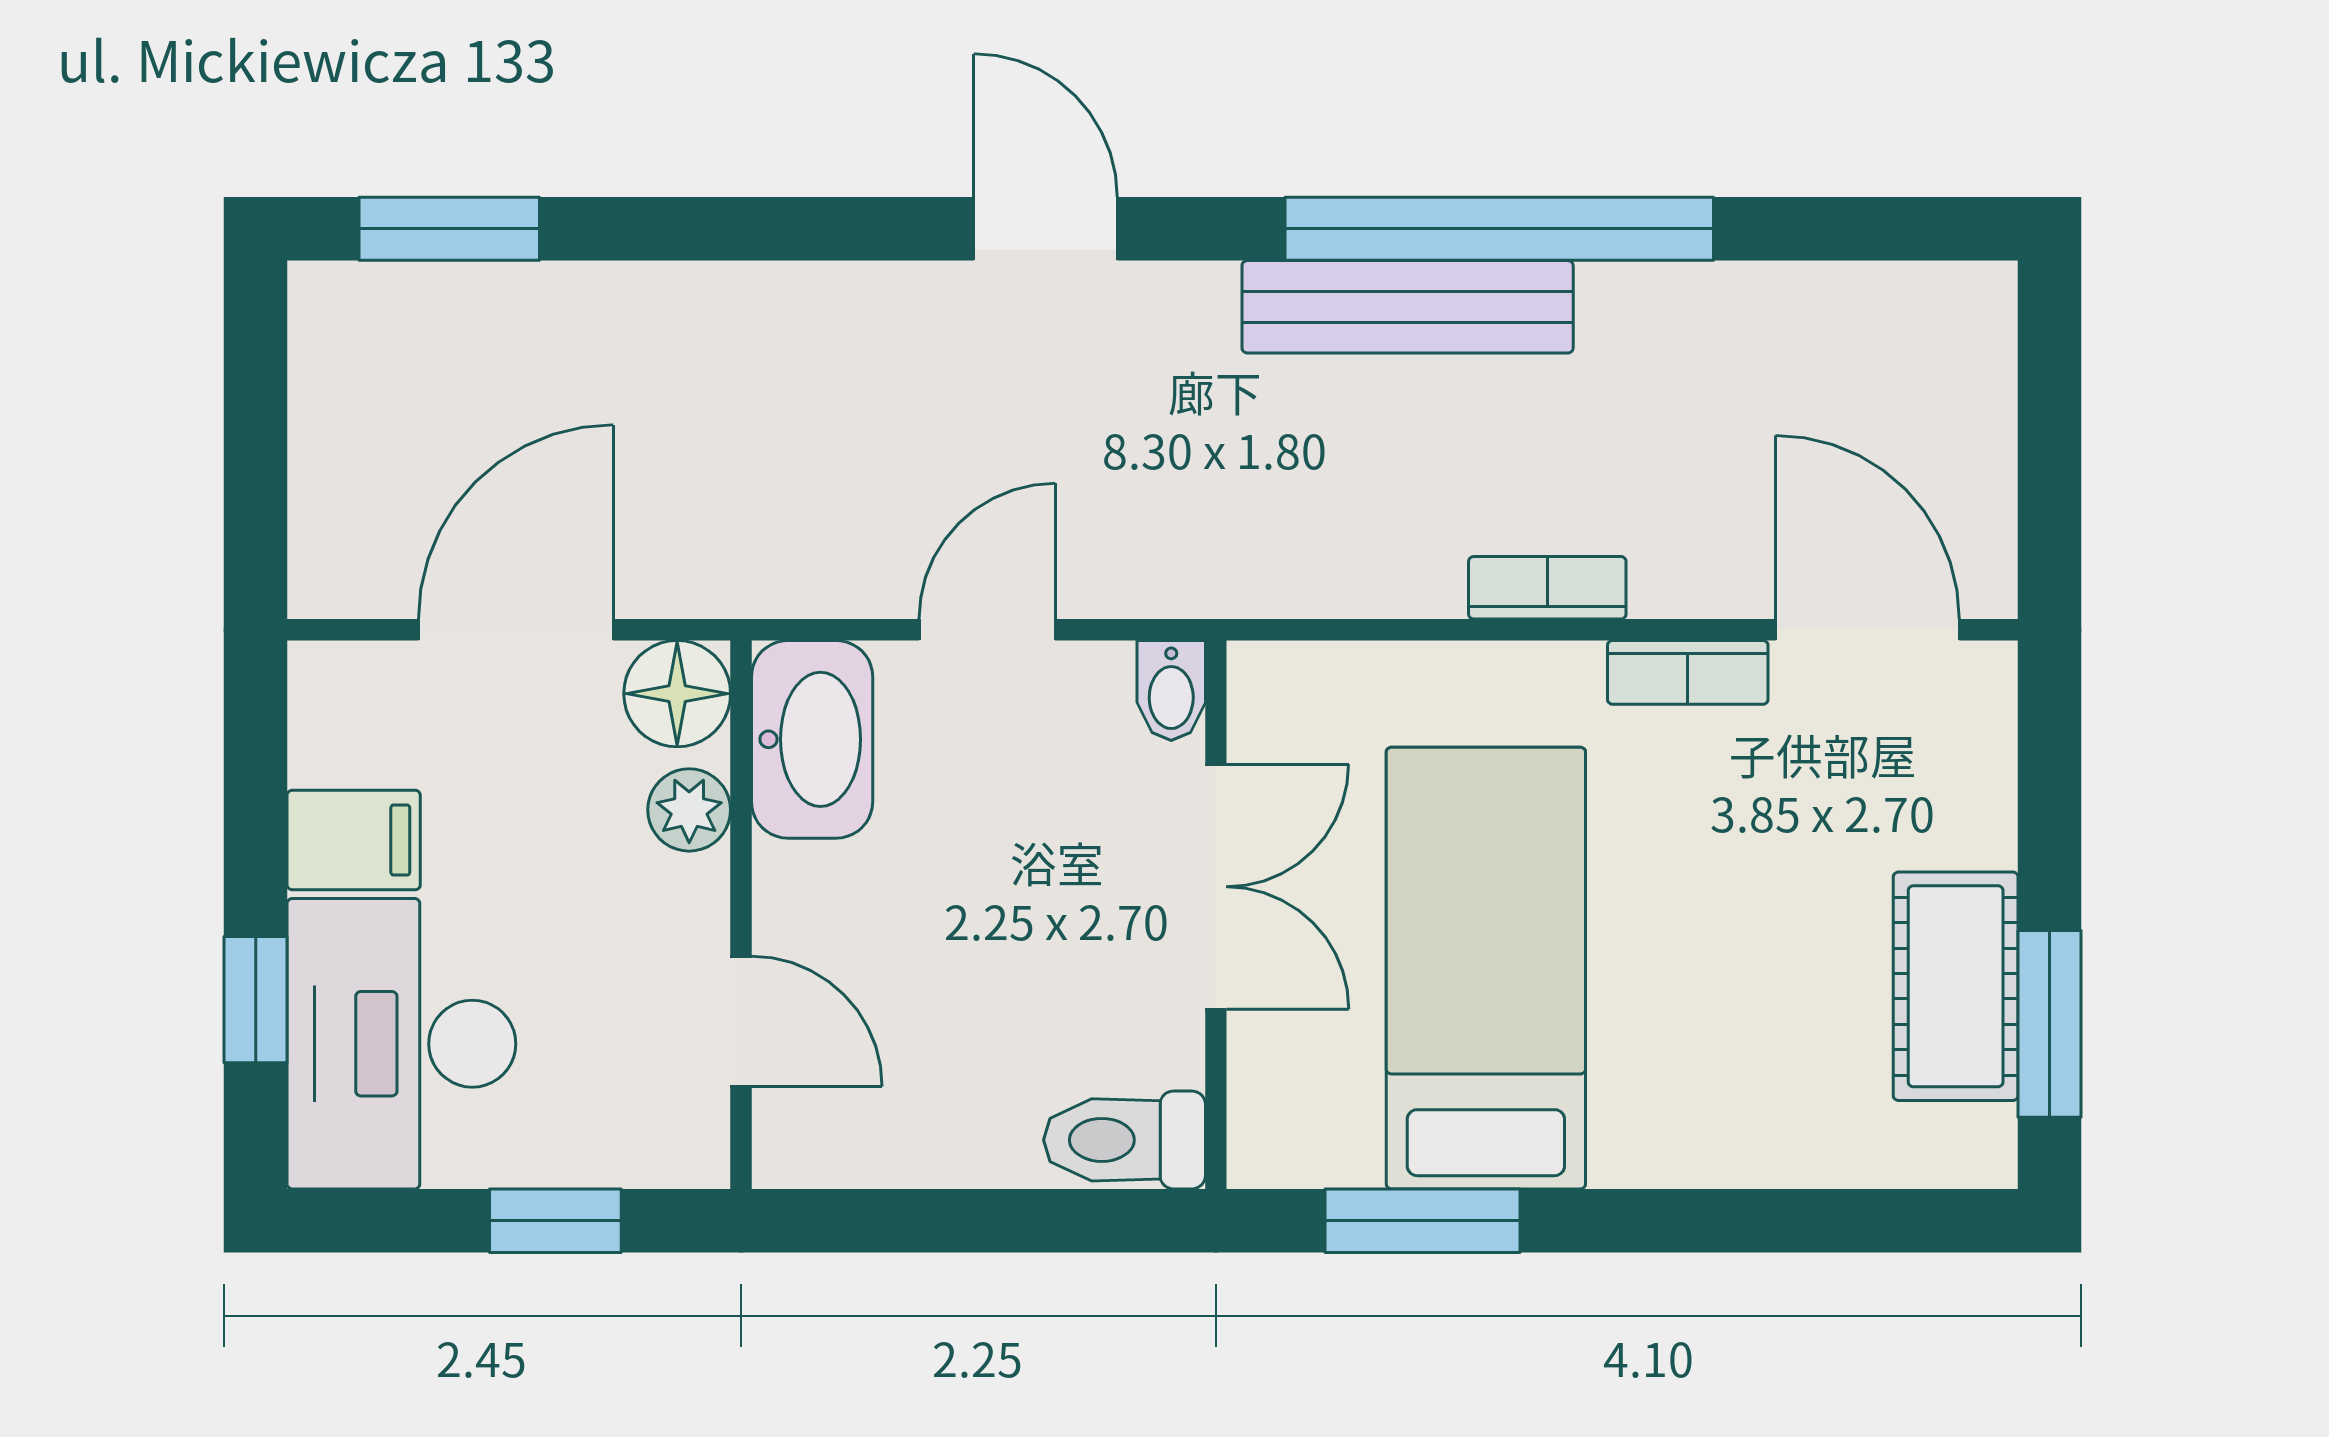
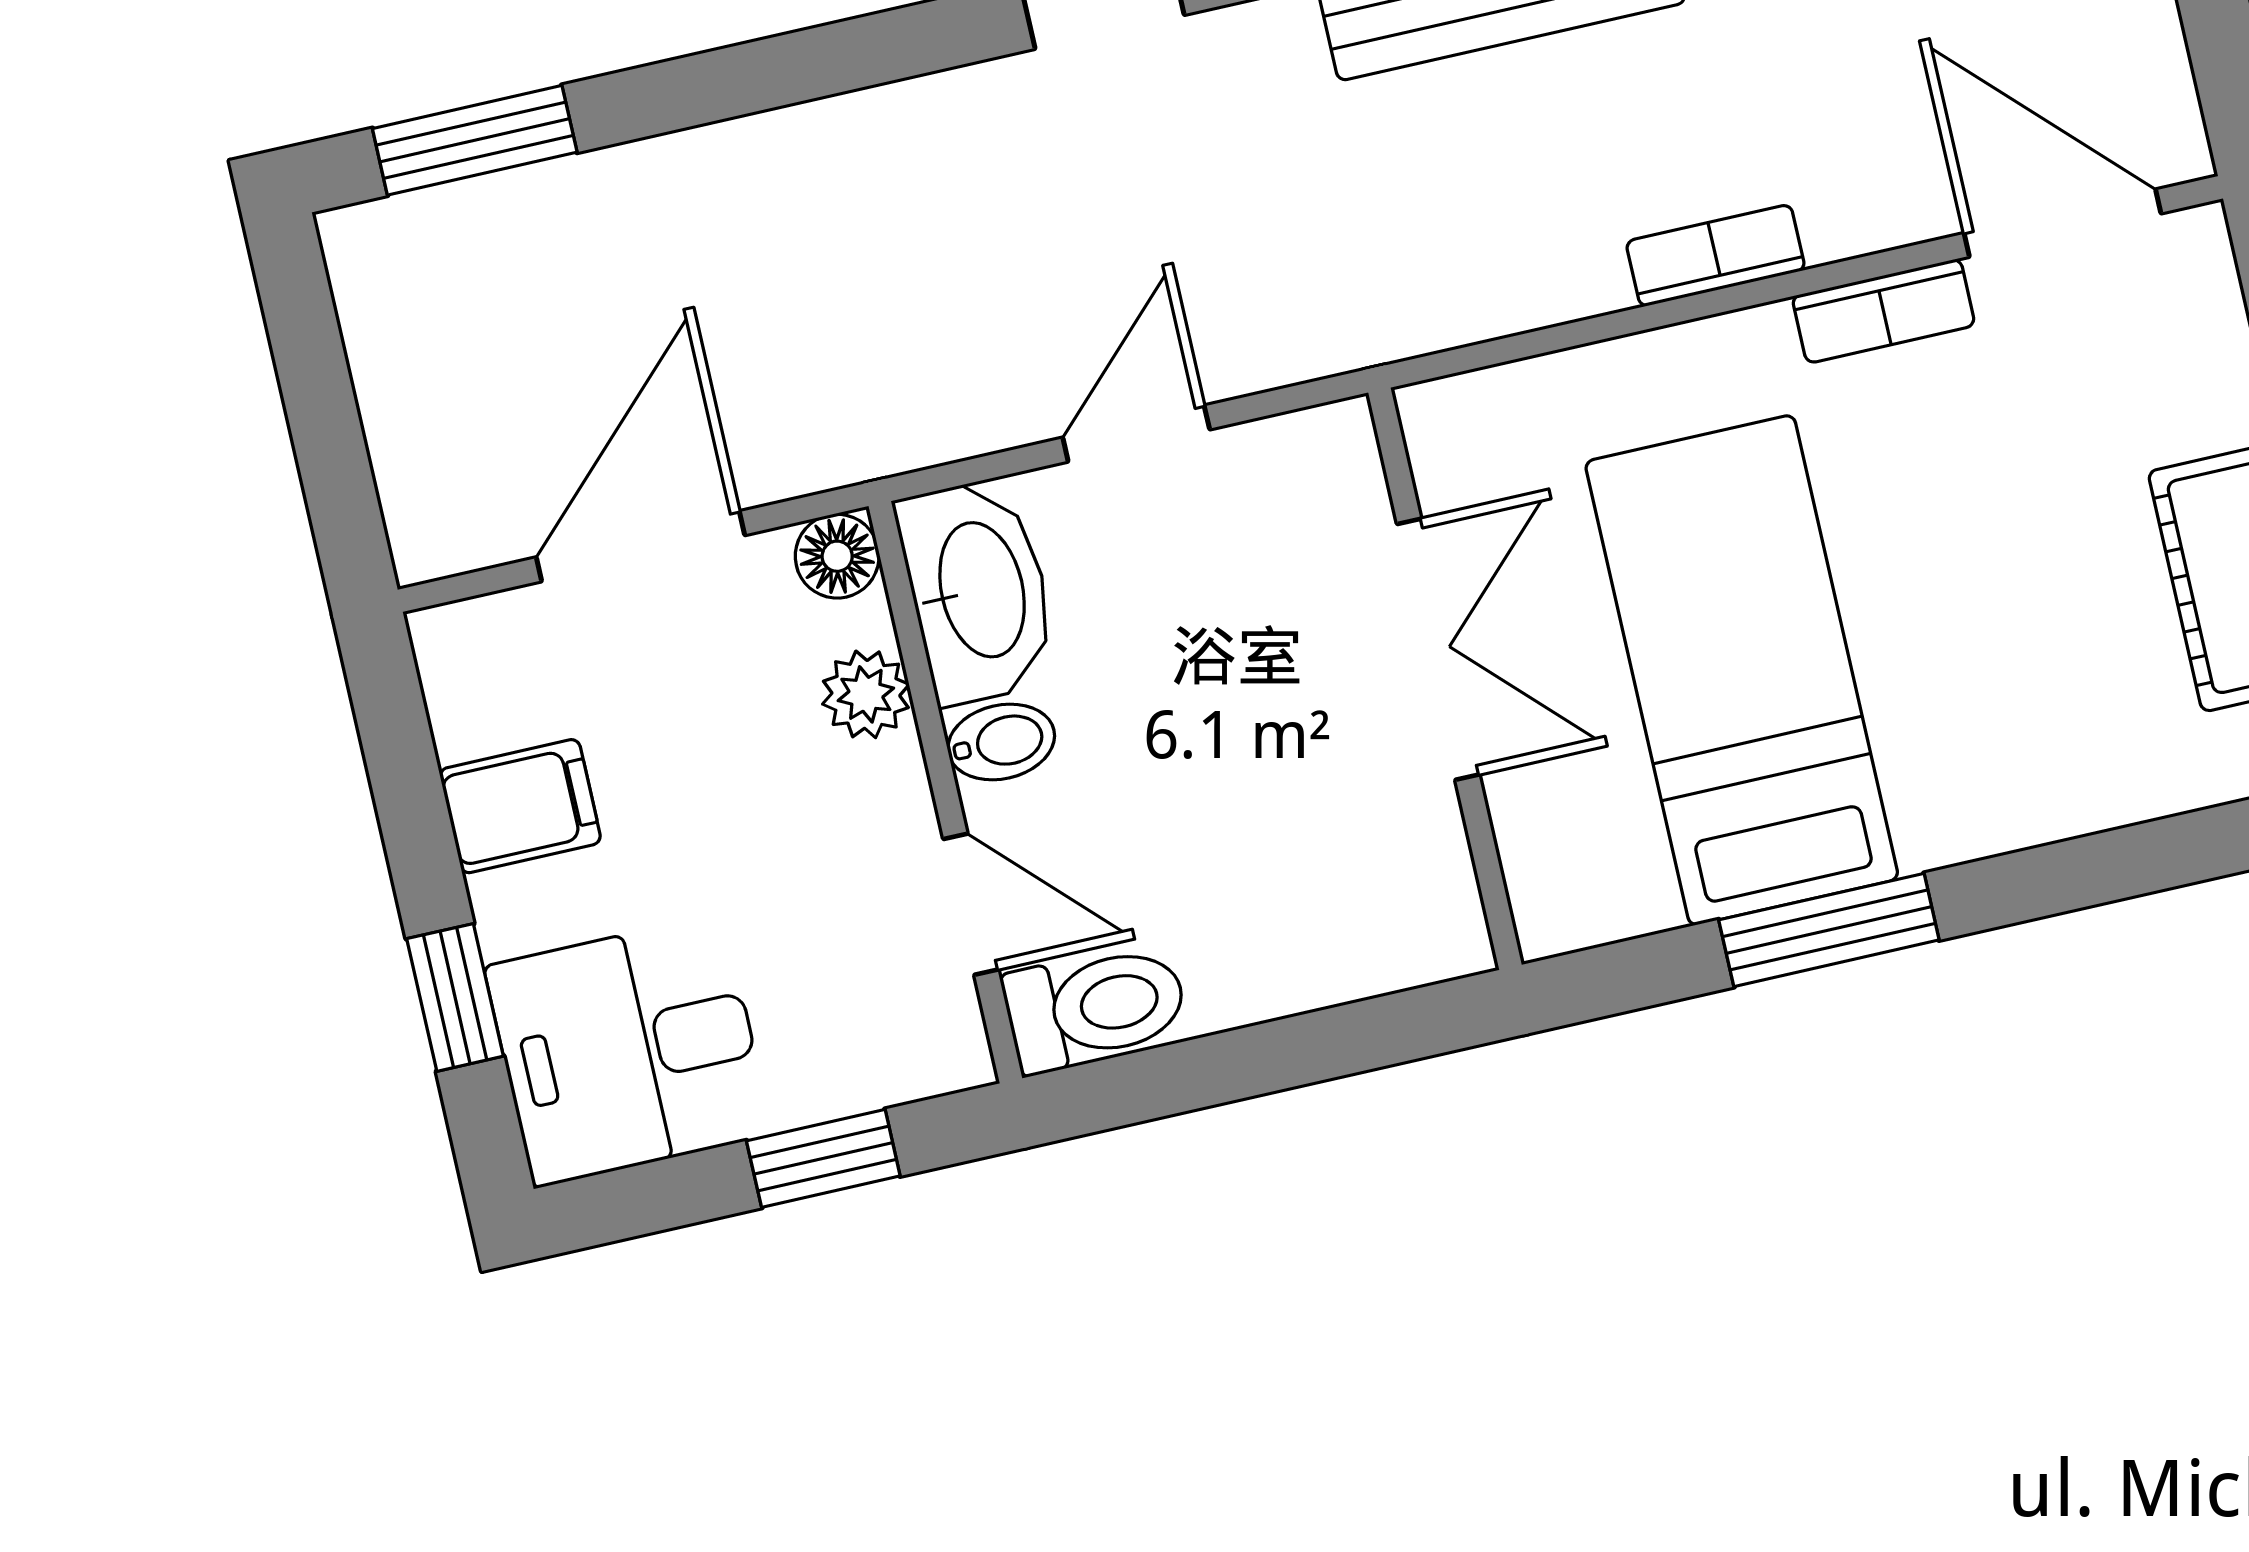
bidet: (1171, 691) -> (1001, 742), moved, turned -90
floor lamp: (677, 694) -> (837, 556), width x0.73, depth x0.73
desk: (401, 1044) -> (629, 1051), width x0.73
toilet: (1125, 1140) -> (1095, 1007), moved, turned 180
window: (1422, 1221) -> (1829, 930), moved

